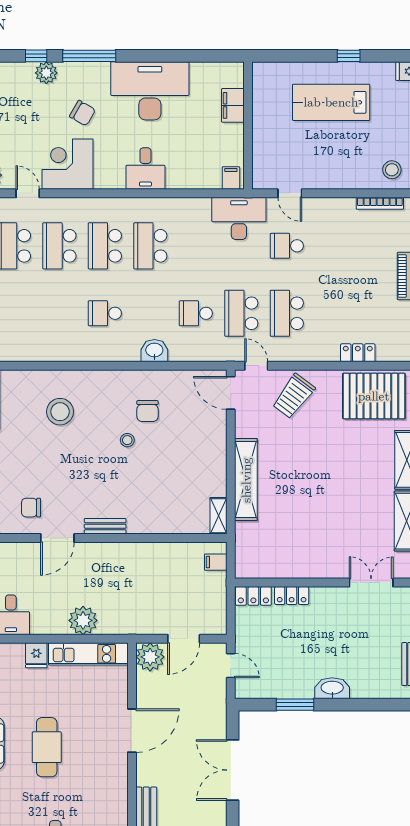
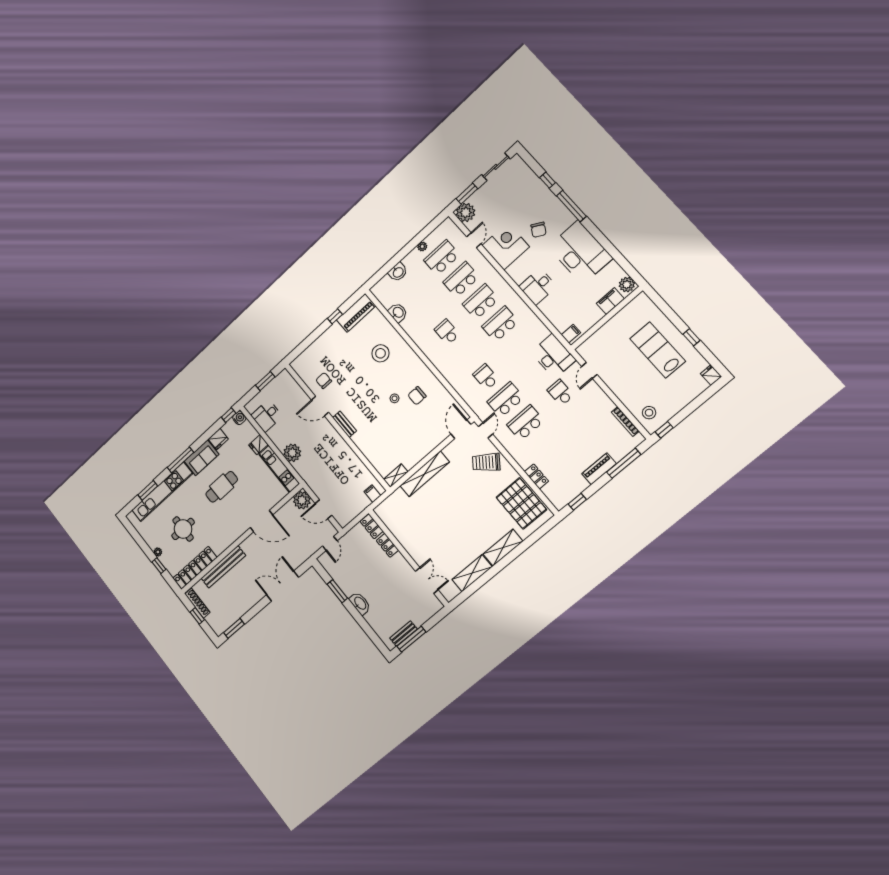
plant: (46, 73) -> (627, 285), moved
washbasin: (154, 351) -> (398, 313), moved

